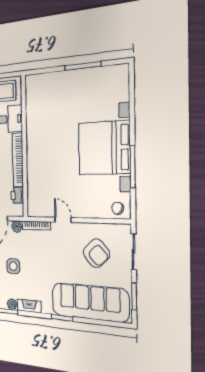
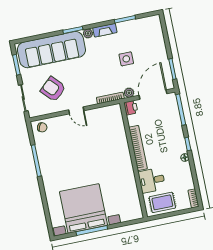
bed with nightstands: (104, 148) -> (83, 208), moved, turned -90
printer: (17, 196) -> (131, 108), moved
door: (63, 220) -> (76, 110), moved
plant: (12, 304) -> (88, 33), moved

